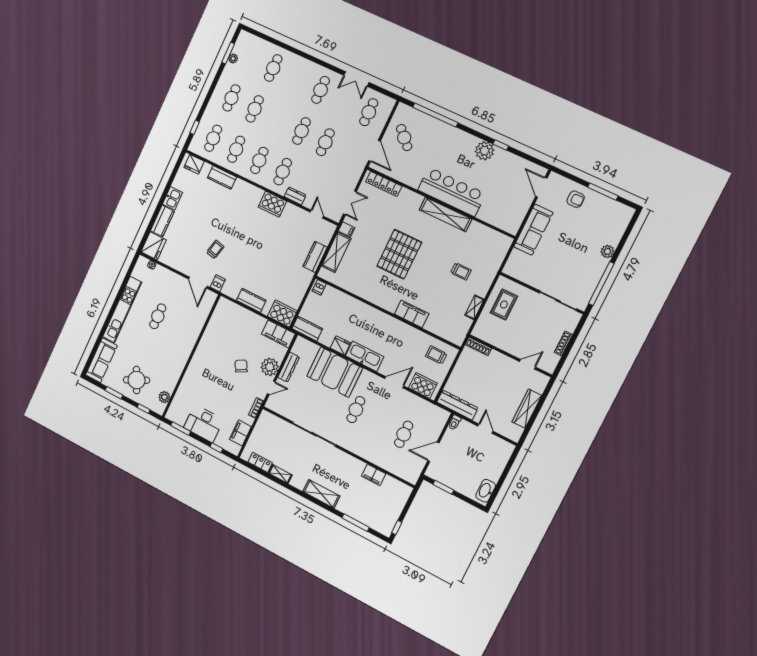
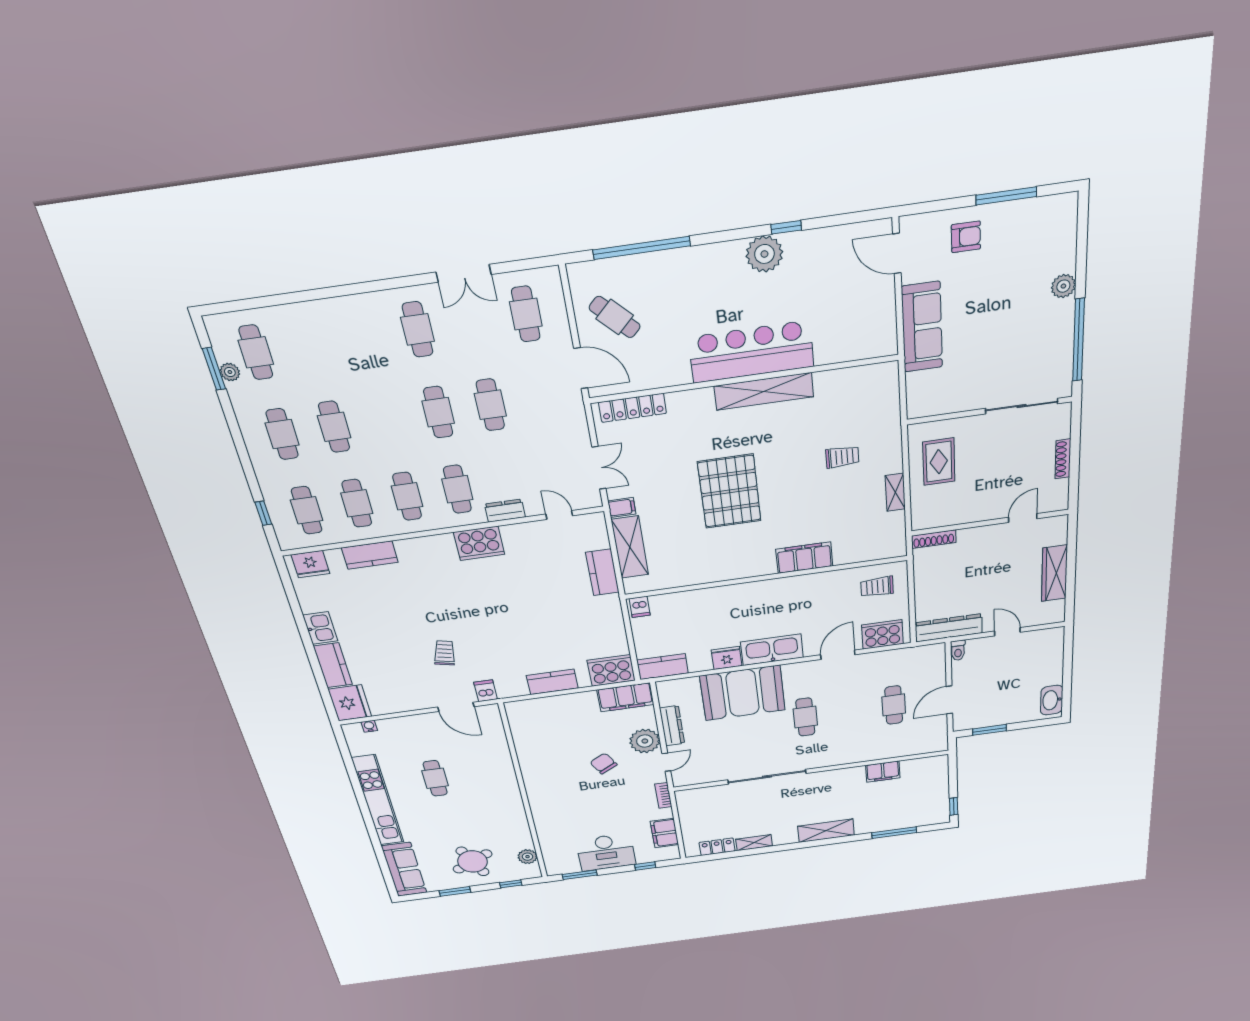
cafe table: (273, 68) -> (256, 352), moved

